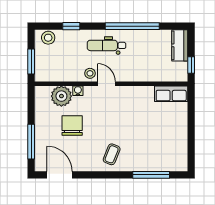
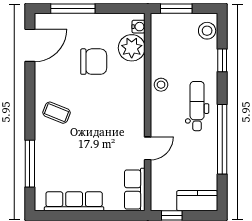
door: (106, 84) -> (148, 148), moved
water cooler: (78, 91) -> (139, 27), moved
row of seats: (180, 141) -> (74, 201), added

